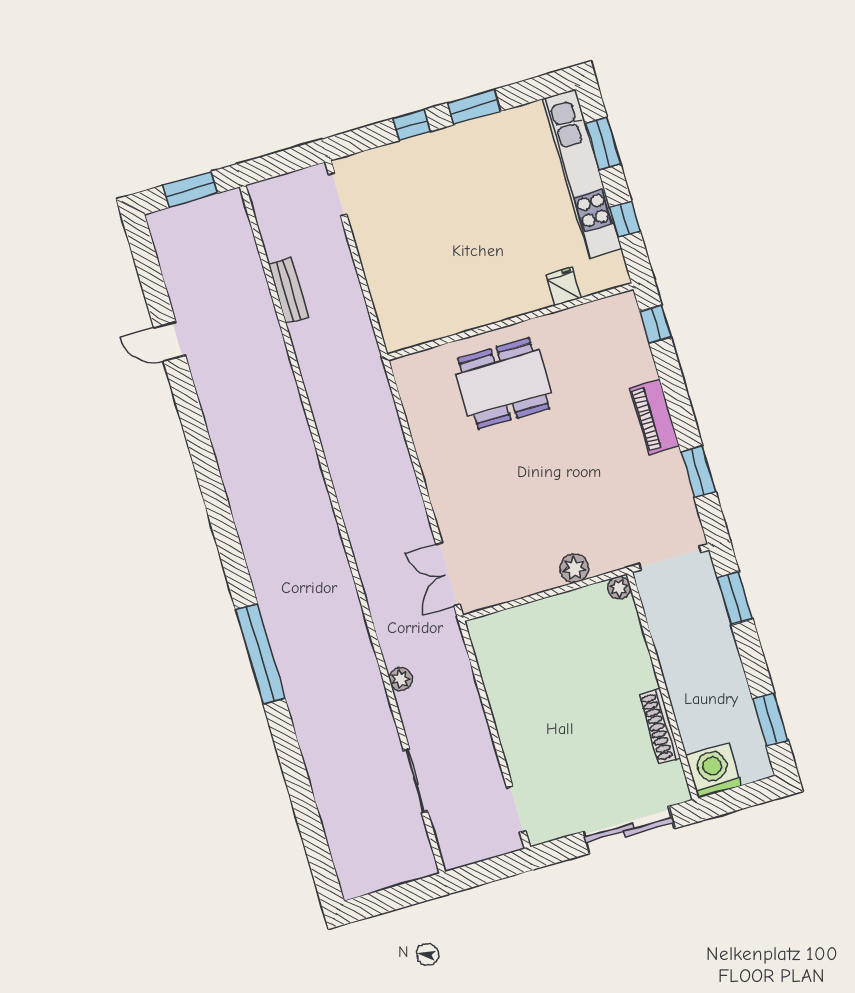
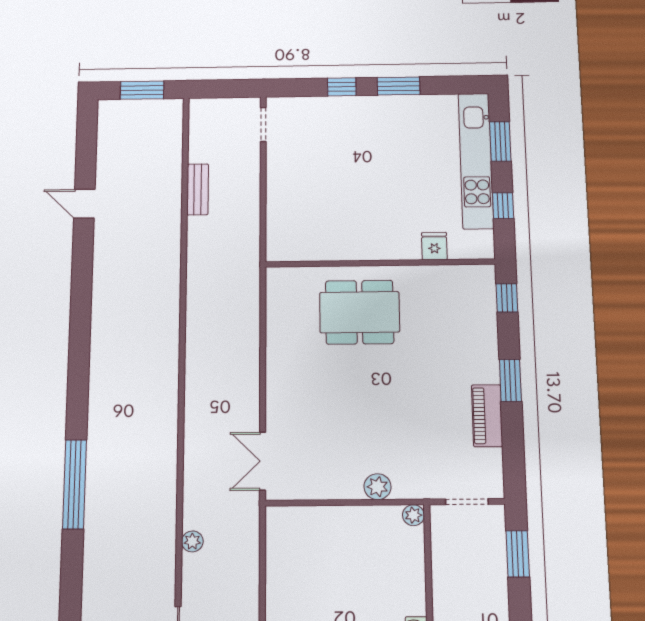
piano: (655, 417) -> (487, 416), moved
window: (698, 472) -> (510, 380), moved
doorway: (670, 558) -> (467, 502), width x0.73

